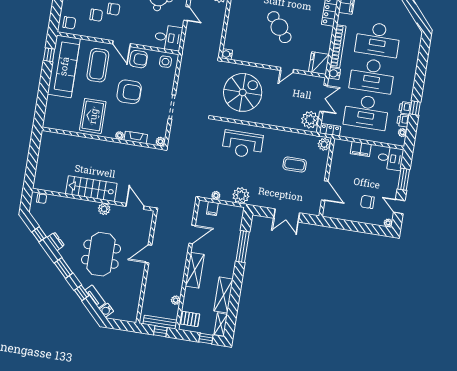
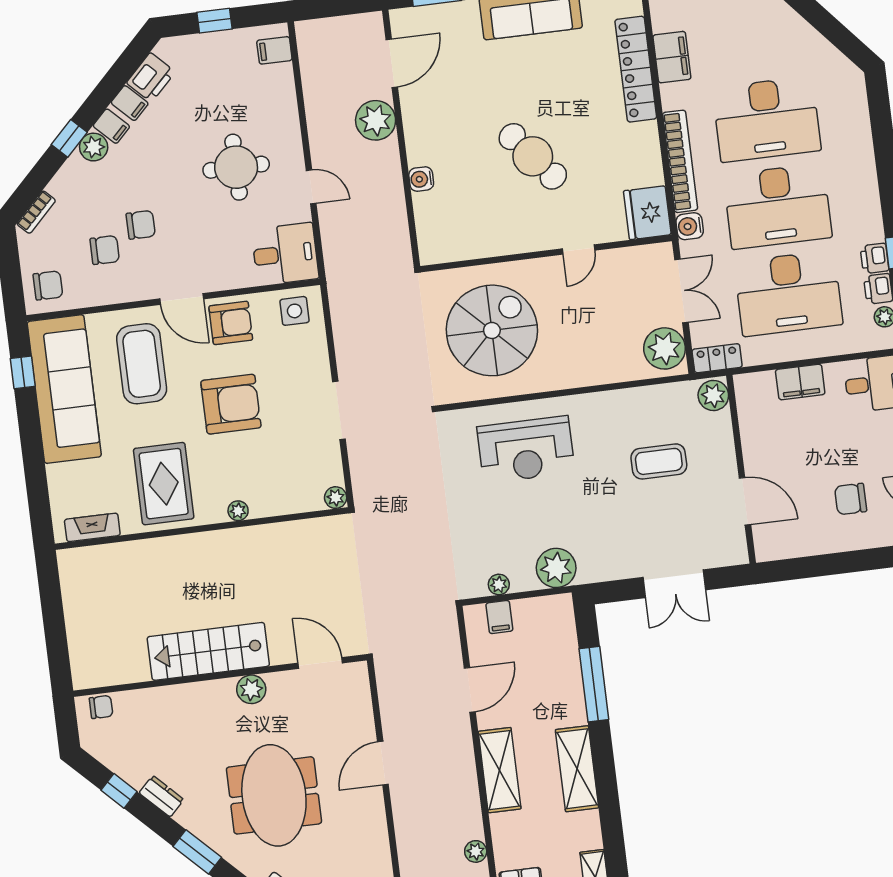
water cooler: (227, 54) -> (421, 179), moved
fireplace: (136, 137) -> (92, 527), moved
shelving: (223, 295) -> (577, 769), moved

